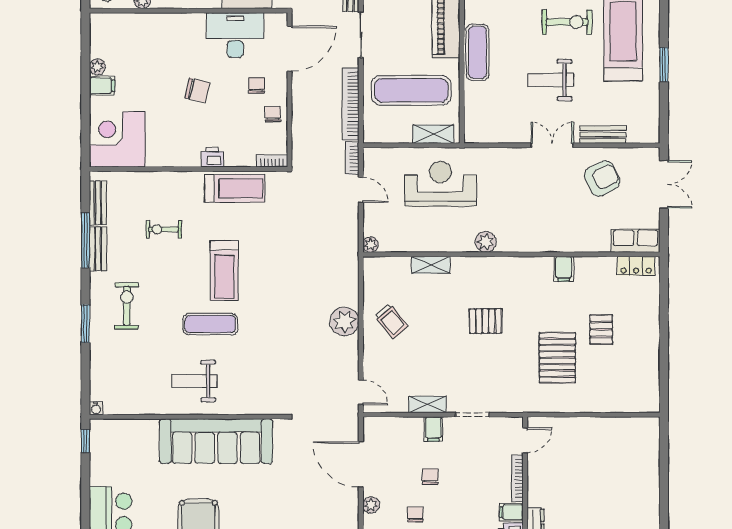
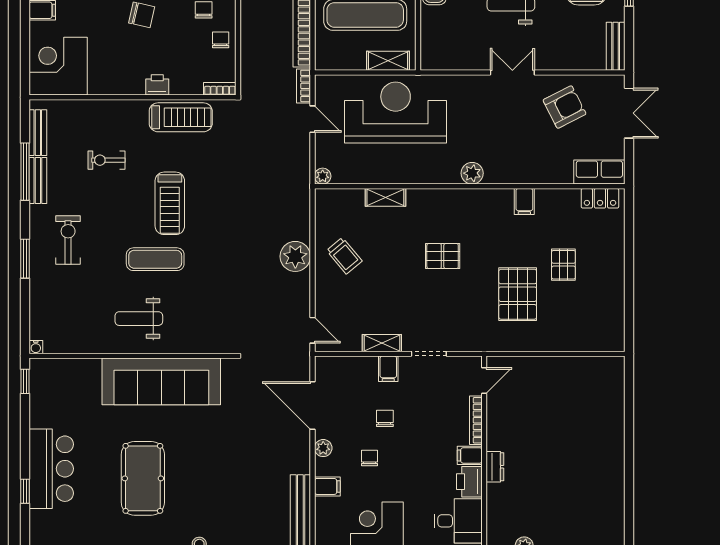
bench: (603, 135) -> (616, 46), moved, turned 90
reception desk: (440, 184) -> (396, 113), width x1.36, depth x1.30
plant: (486, 242) -> (472, 173), moved

